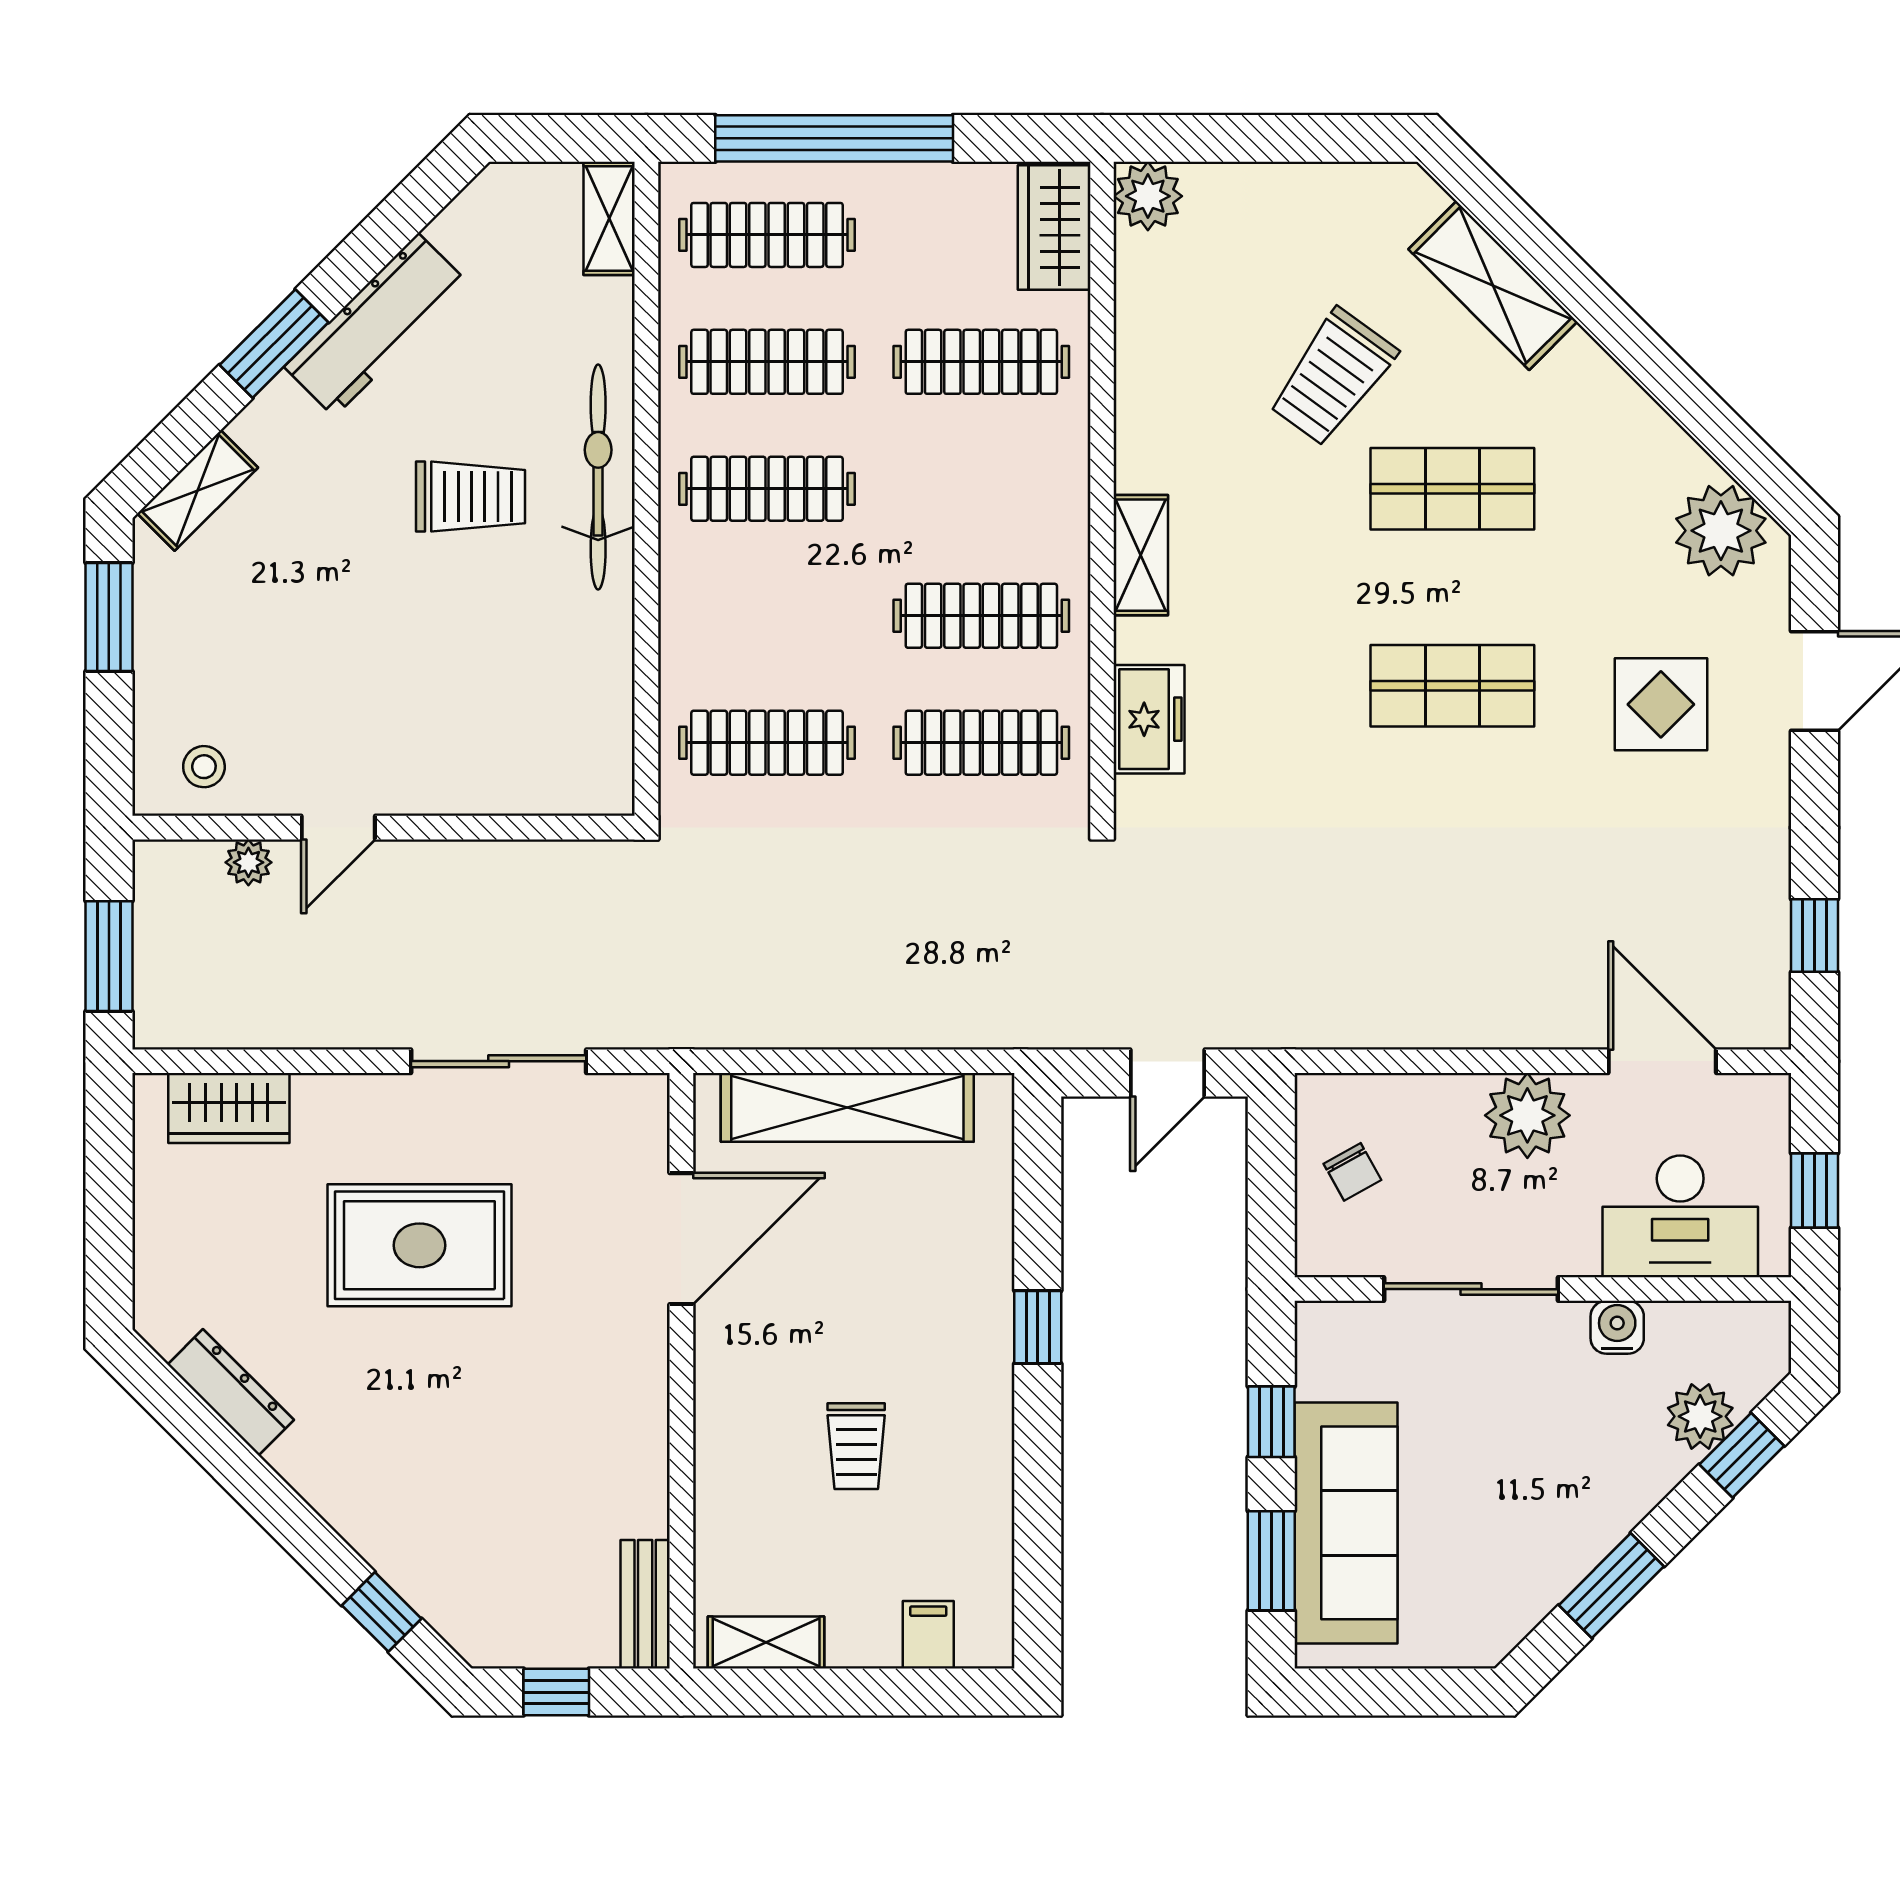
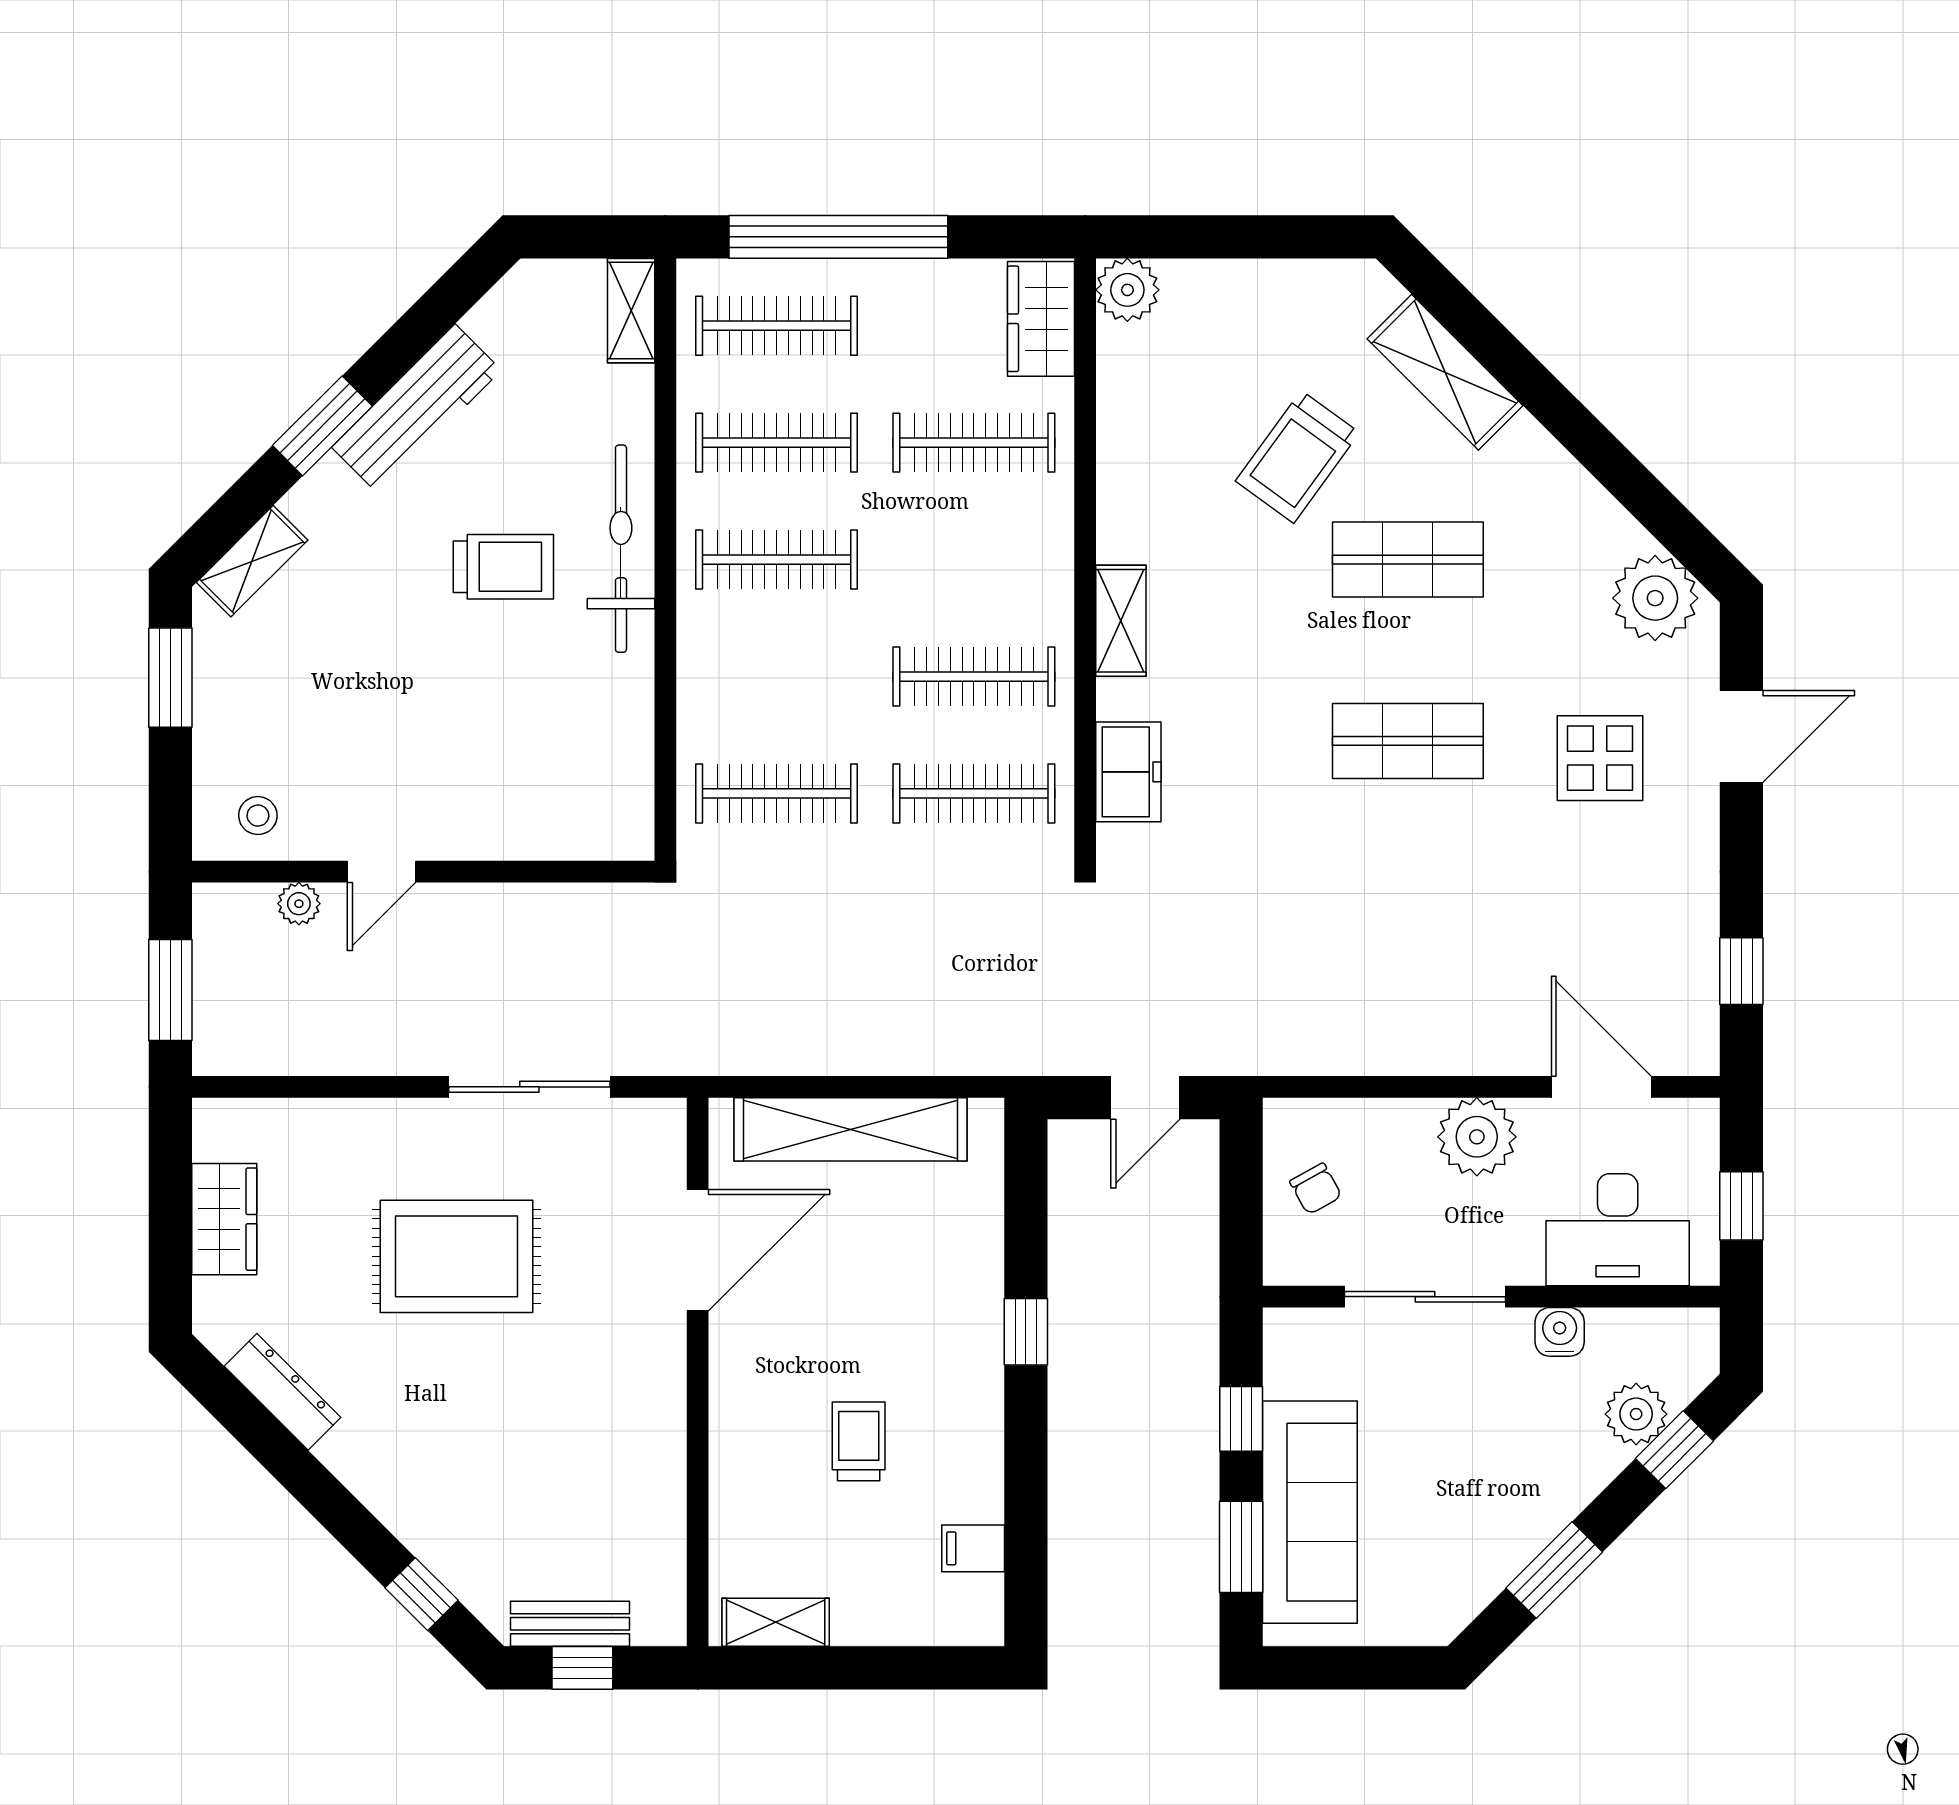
wardrobe: (229, 1108) -> (224, 1219), moved, turned -90
trolley: (856, 1446) -> (859, 1441), turned 180
bench: (645, 1604) -> (570, 1624), moved, turned 90
filing cabinet: (928, 1635) -> (973, 1548), moved, turned -90

